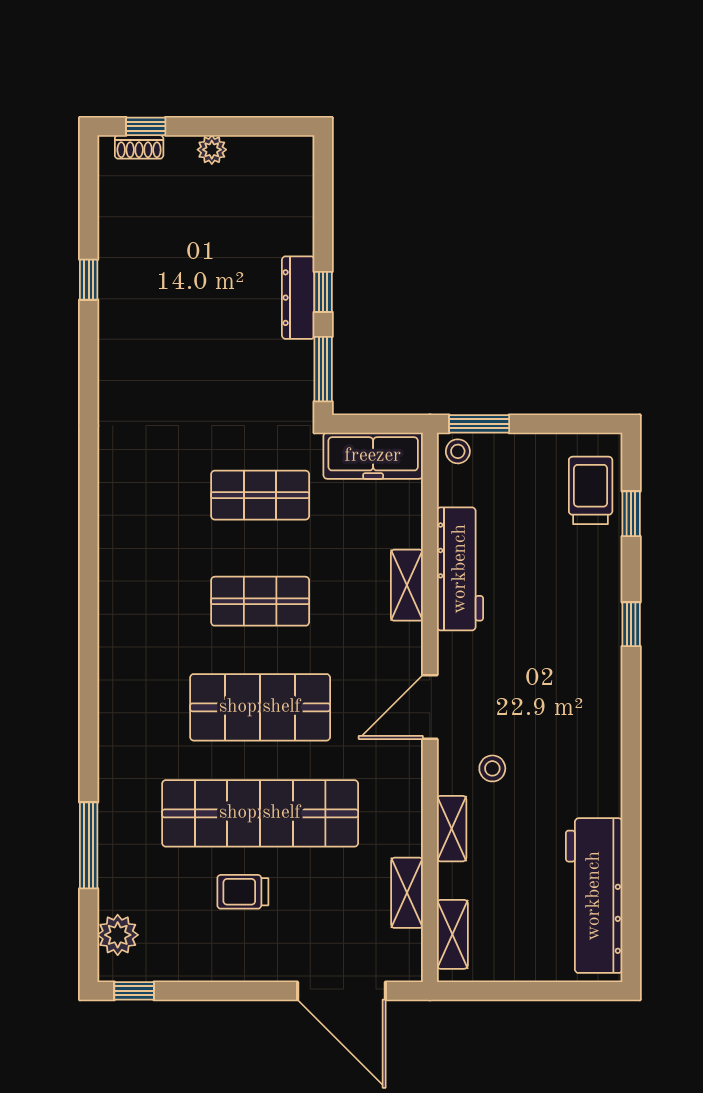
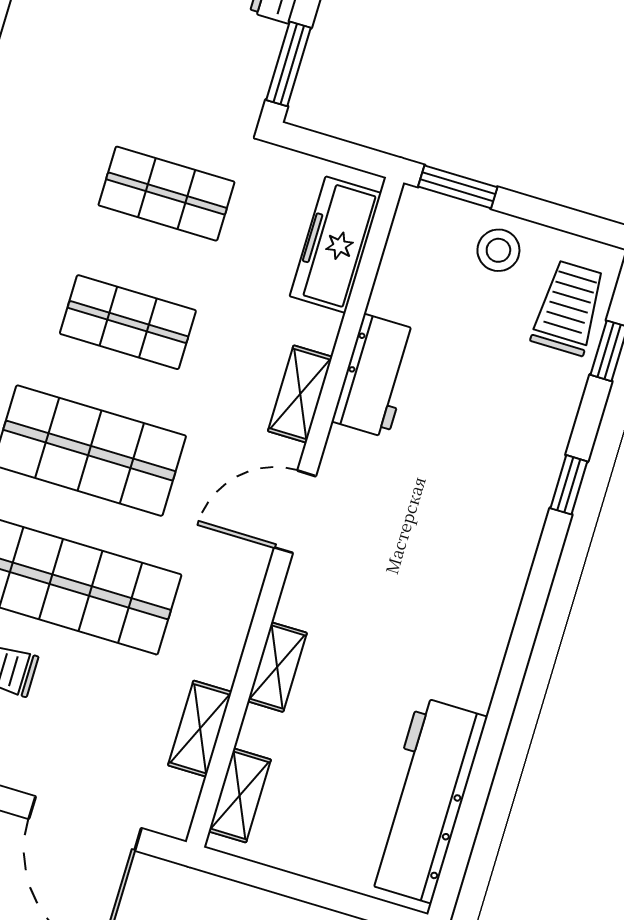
stool: (458, 451) -> (498, 250), moved, width x1.37, depth x1.37
freezer: (373, 456) -> (336, 245), moved, turned 90
workbench: (460, 569) -> (376, 376), width x0.73
shelving: (407, 585) -> (300, 394), moved
stool: (492, 768) -> (349, 609), removed

